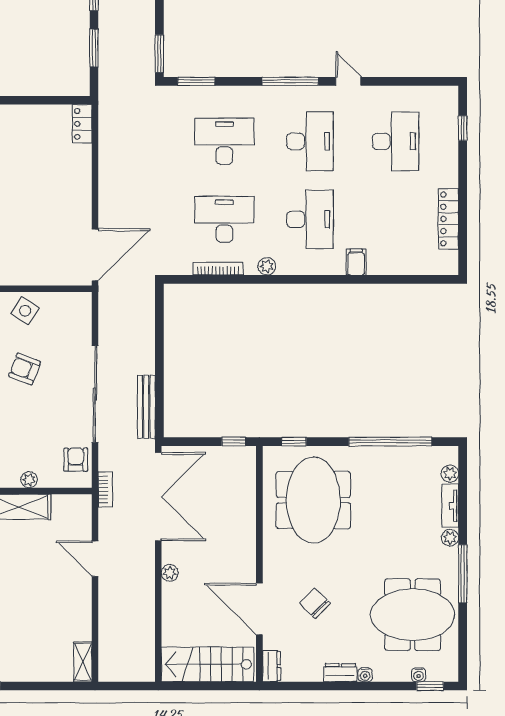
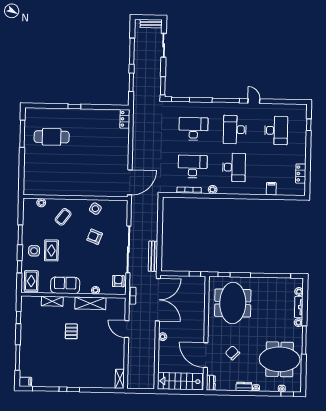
desk: (310, 141) -> (235, 130), turned 180
locker: (448, 219) -> (301, 174), width x0.66
filing cabinet: (356, 262) -> (271, 189), moved

